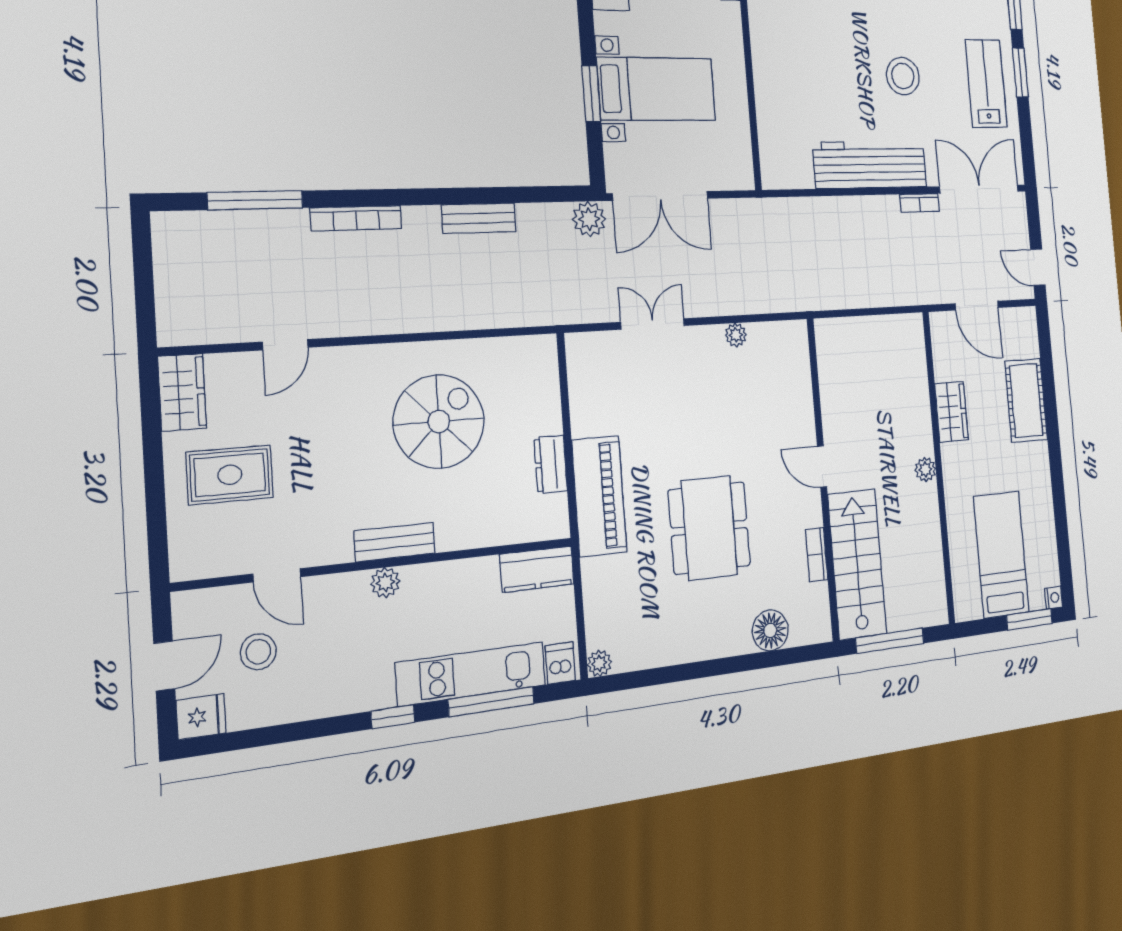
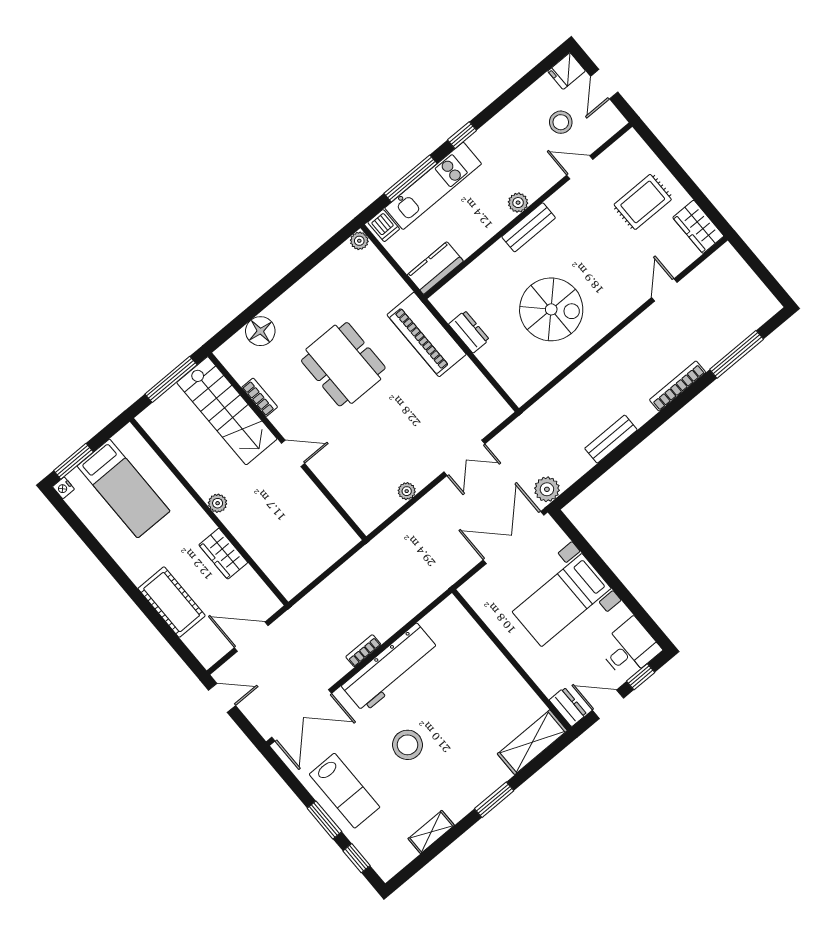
window: (591, 94) -> (599, 564), removed
bookcase: (920, 203) -> (363, 651), moved
spiral stairs: (439, 422) -> (551, 309), turned -90

